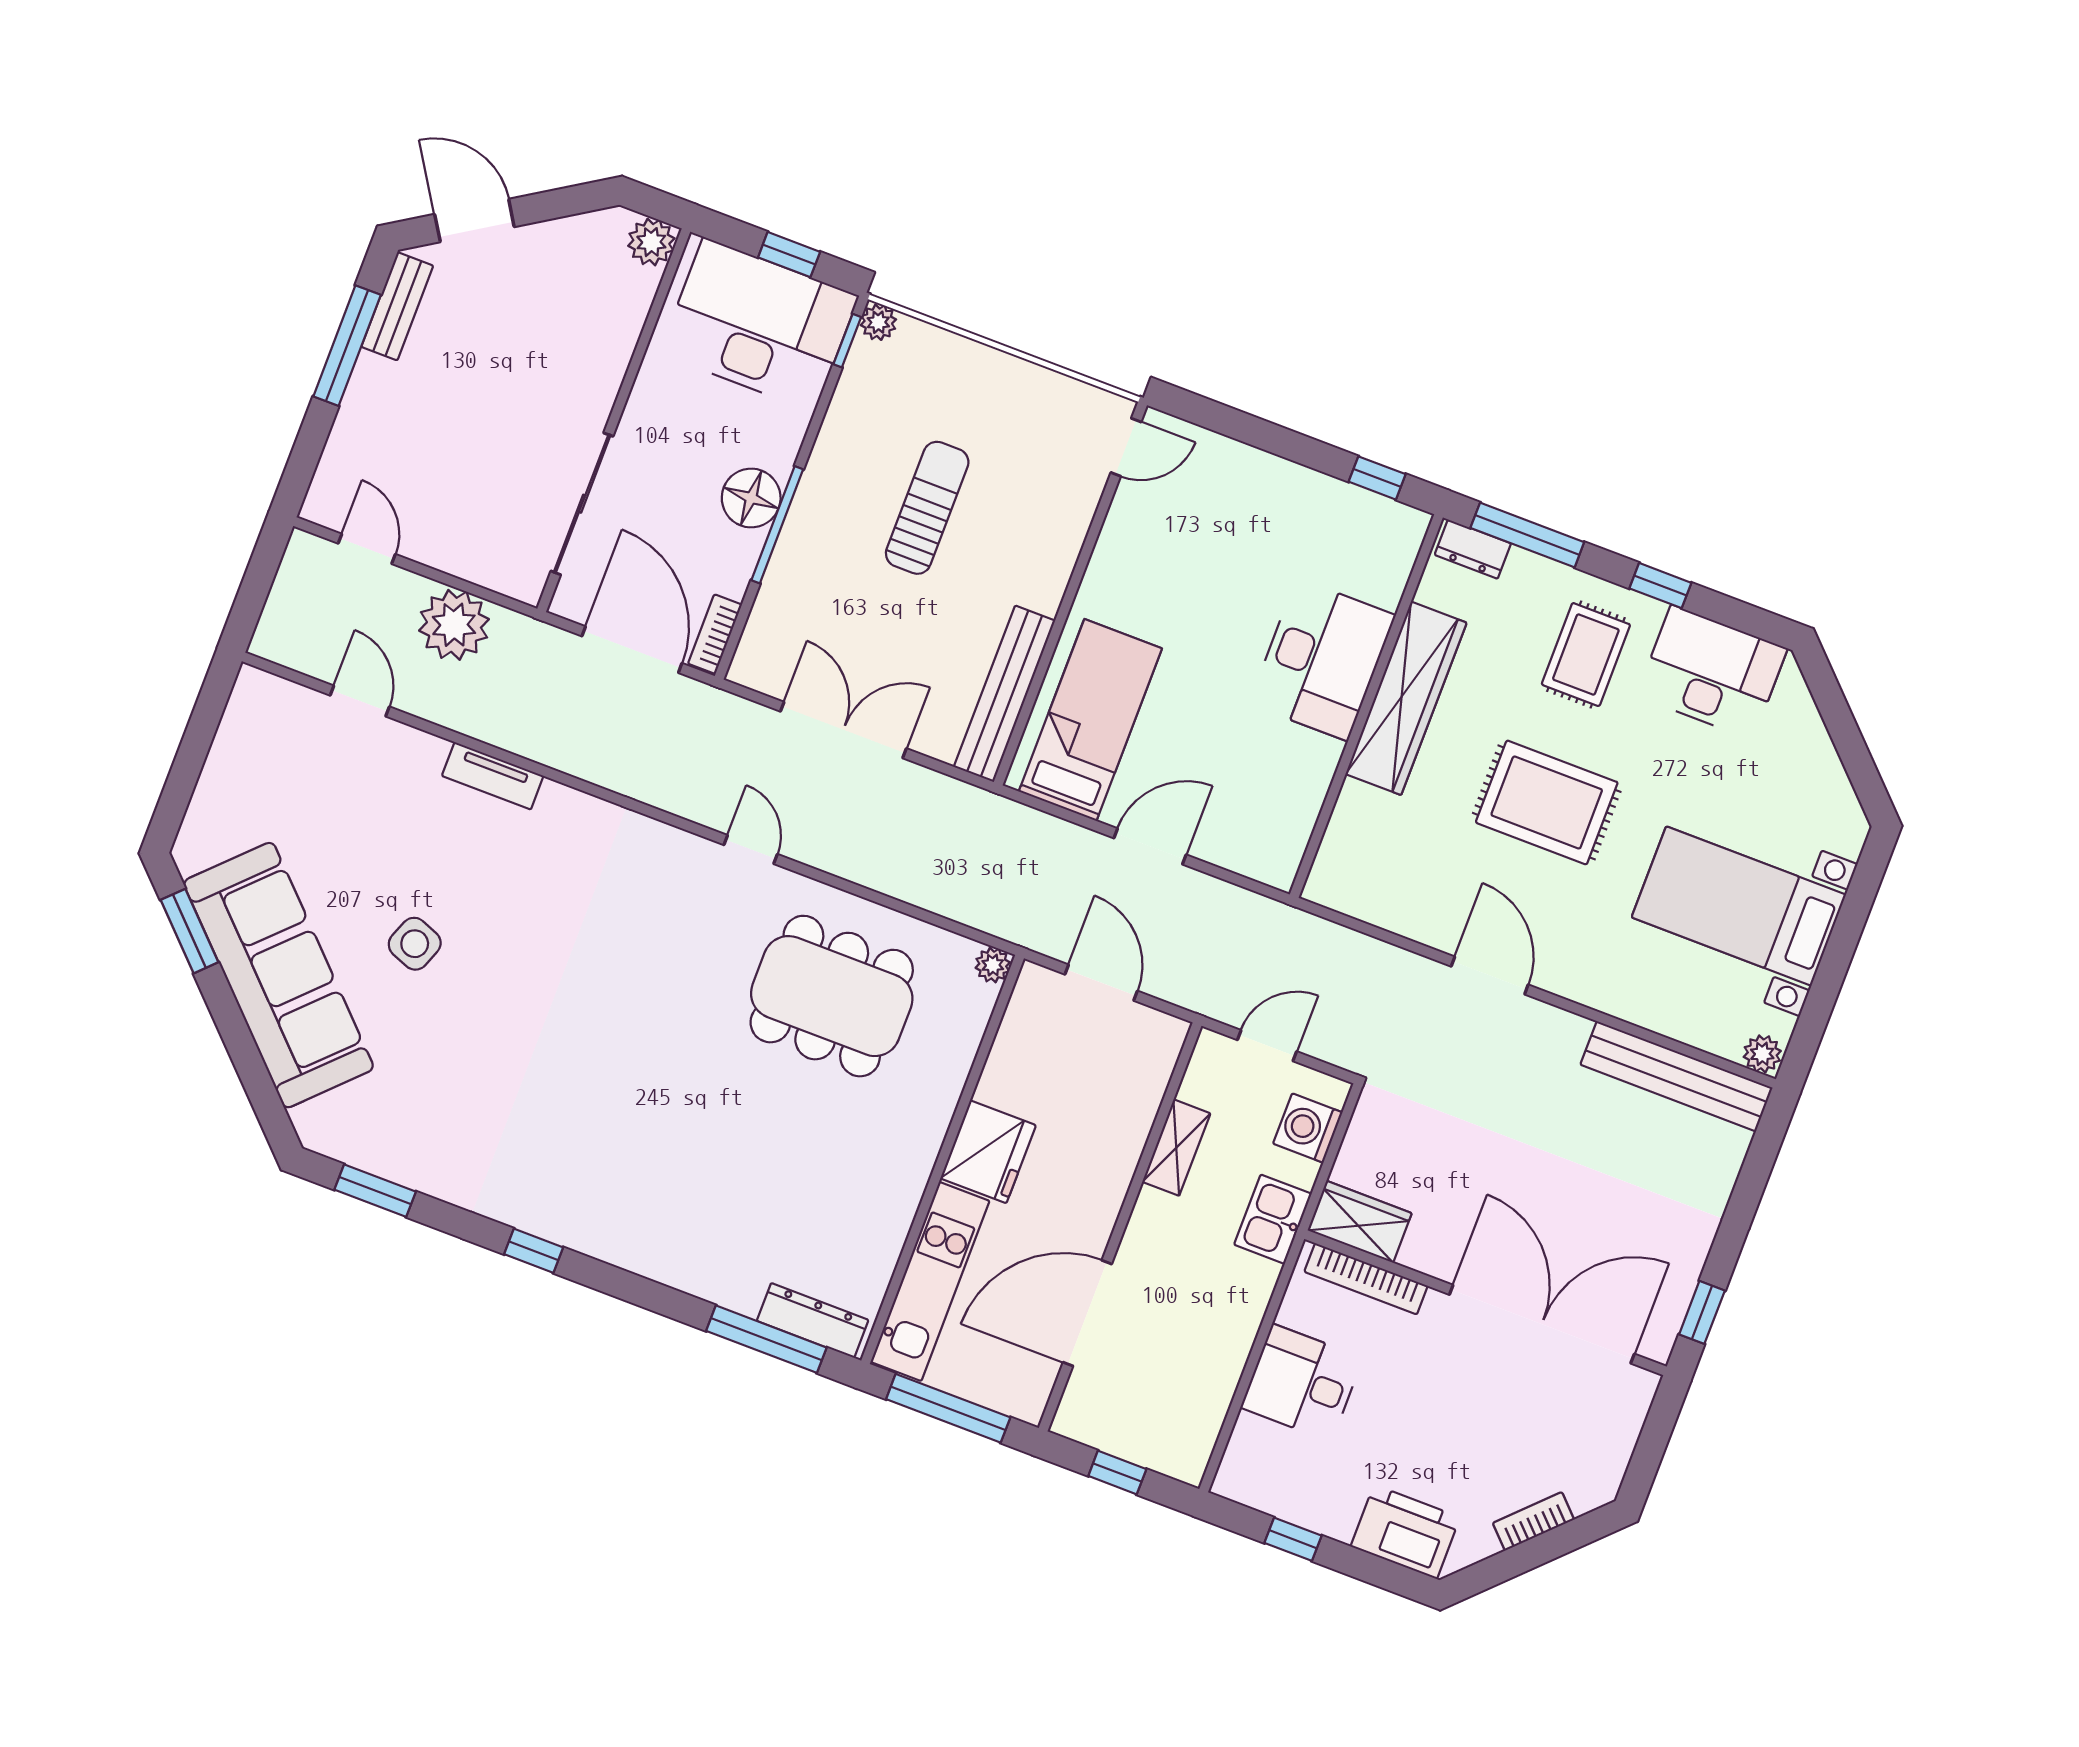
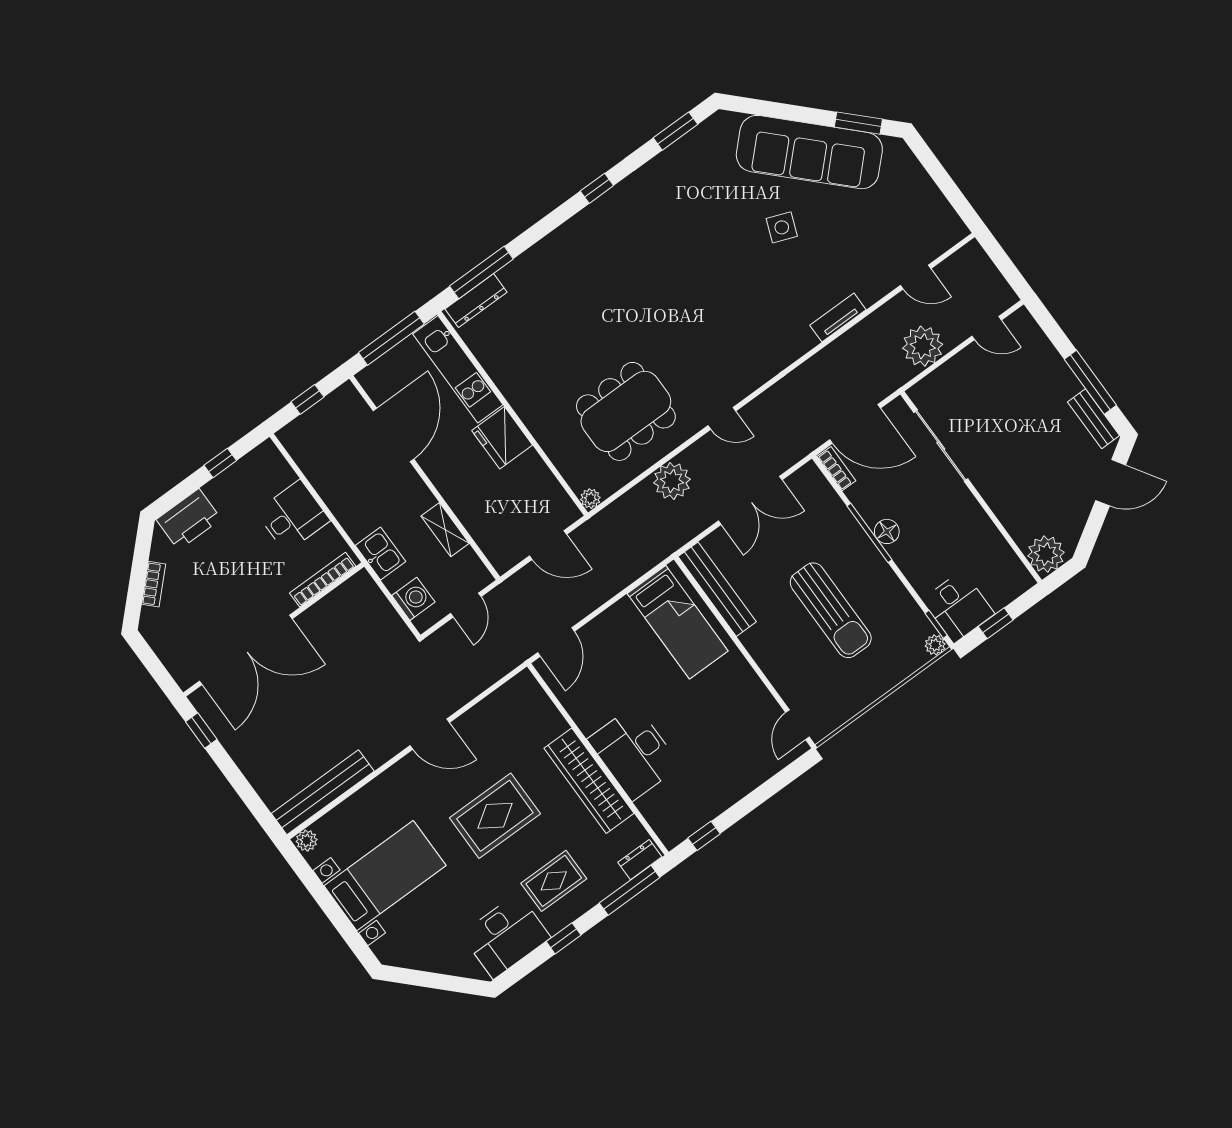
plant: (651, 242) -> (1046, 554), width x1.36, depth x1.36
desk: (759, 325) -> (958, 607), width x0.53, depth x0.77
floor lamp: (751, 498) -> (887, 531), width x0.73, depth x0.73
sun lounger: (927, 508) -> (831, 610), width x1.36, depth x1.34
rug: (1586, 655) -> (554, 881), turned 90
door: (1150, 846) -> (556, 642), moved
plant: (889, 863) -> (672, 481), added
wardrobe: (1360, 1222) -> (352, 594), removed

